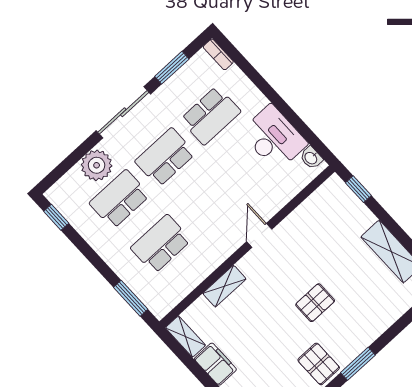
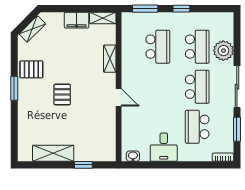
desk: (274, 138) -> (164, 147), width x0.73
window: (358, 189) -> (83, 165), moved
window: (56, 217) -> (181, 9), moved

